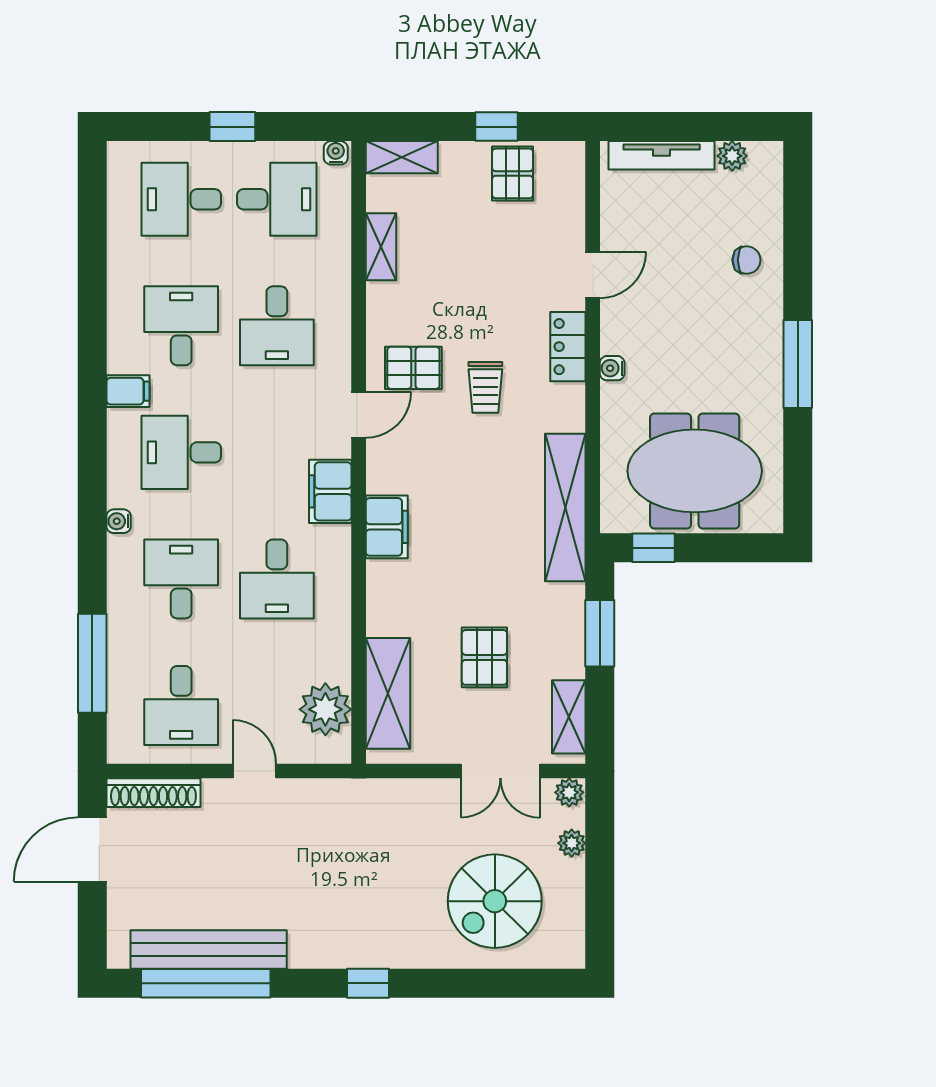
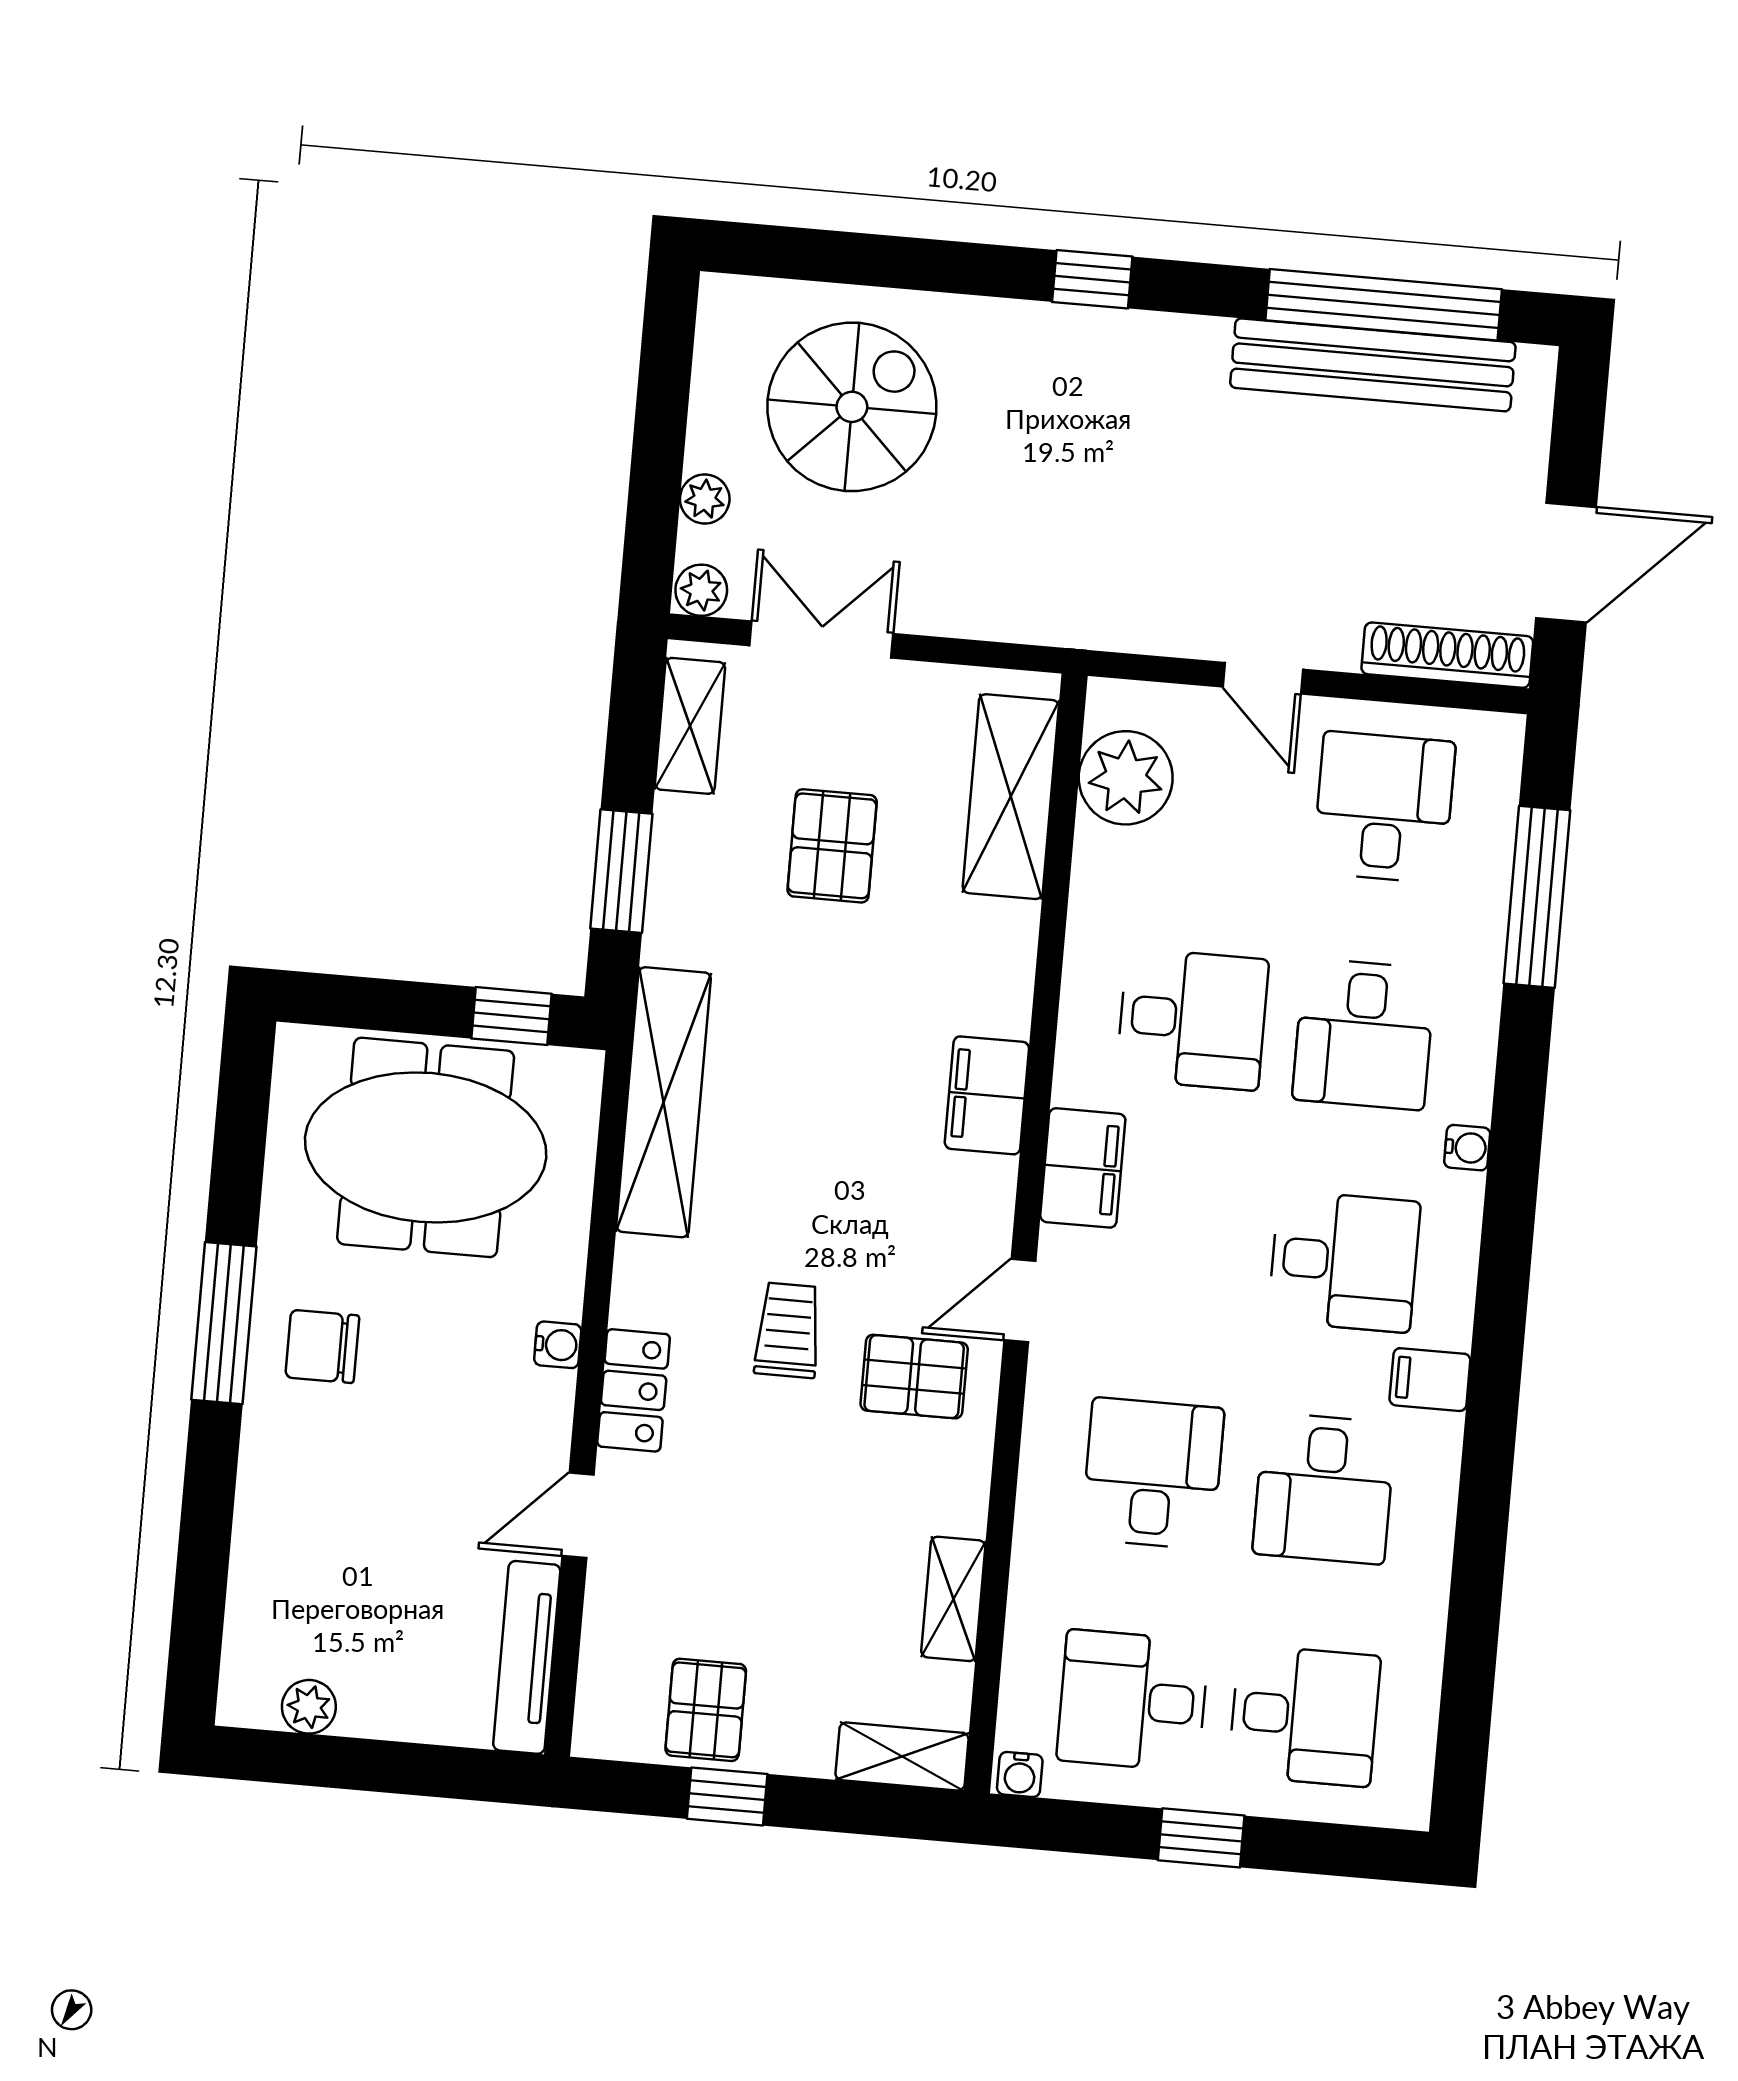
tv unit: (662, 155) -> (527, 1657), moved, turned -90
chair: (747, 260) -> (322, 1346), moved, width x1.37, depth x1.37
desk: (277, 579) -> (1192, 1019), turned 90

